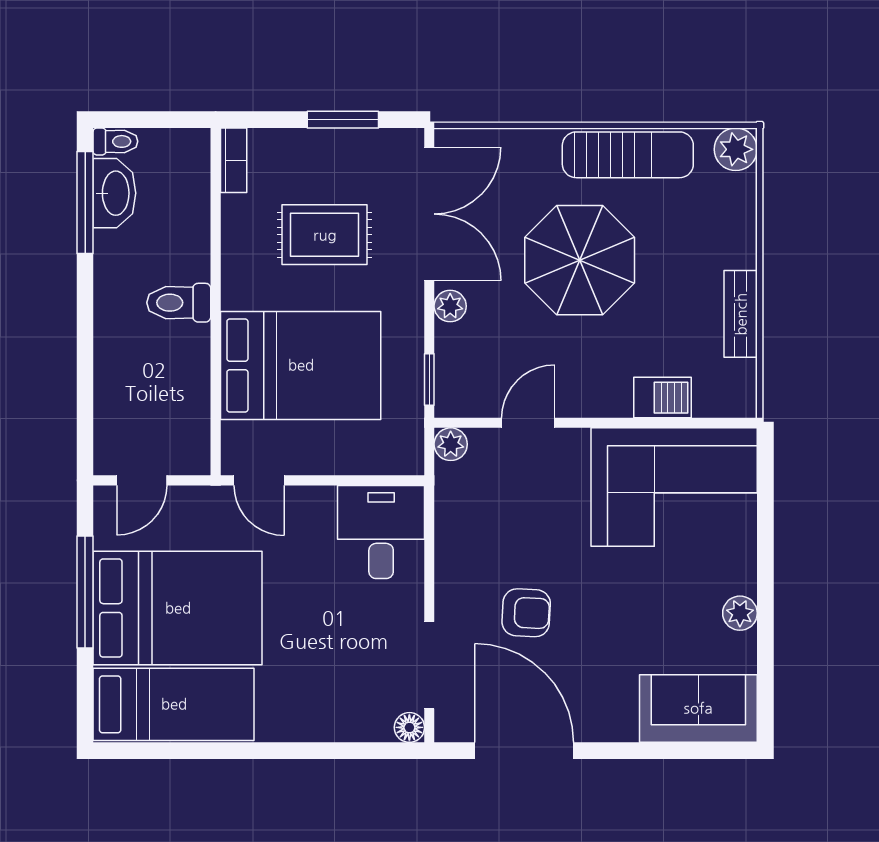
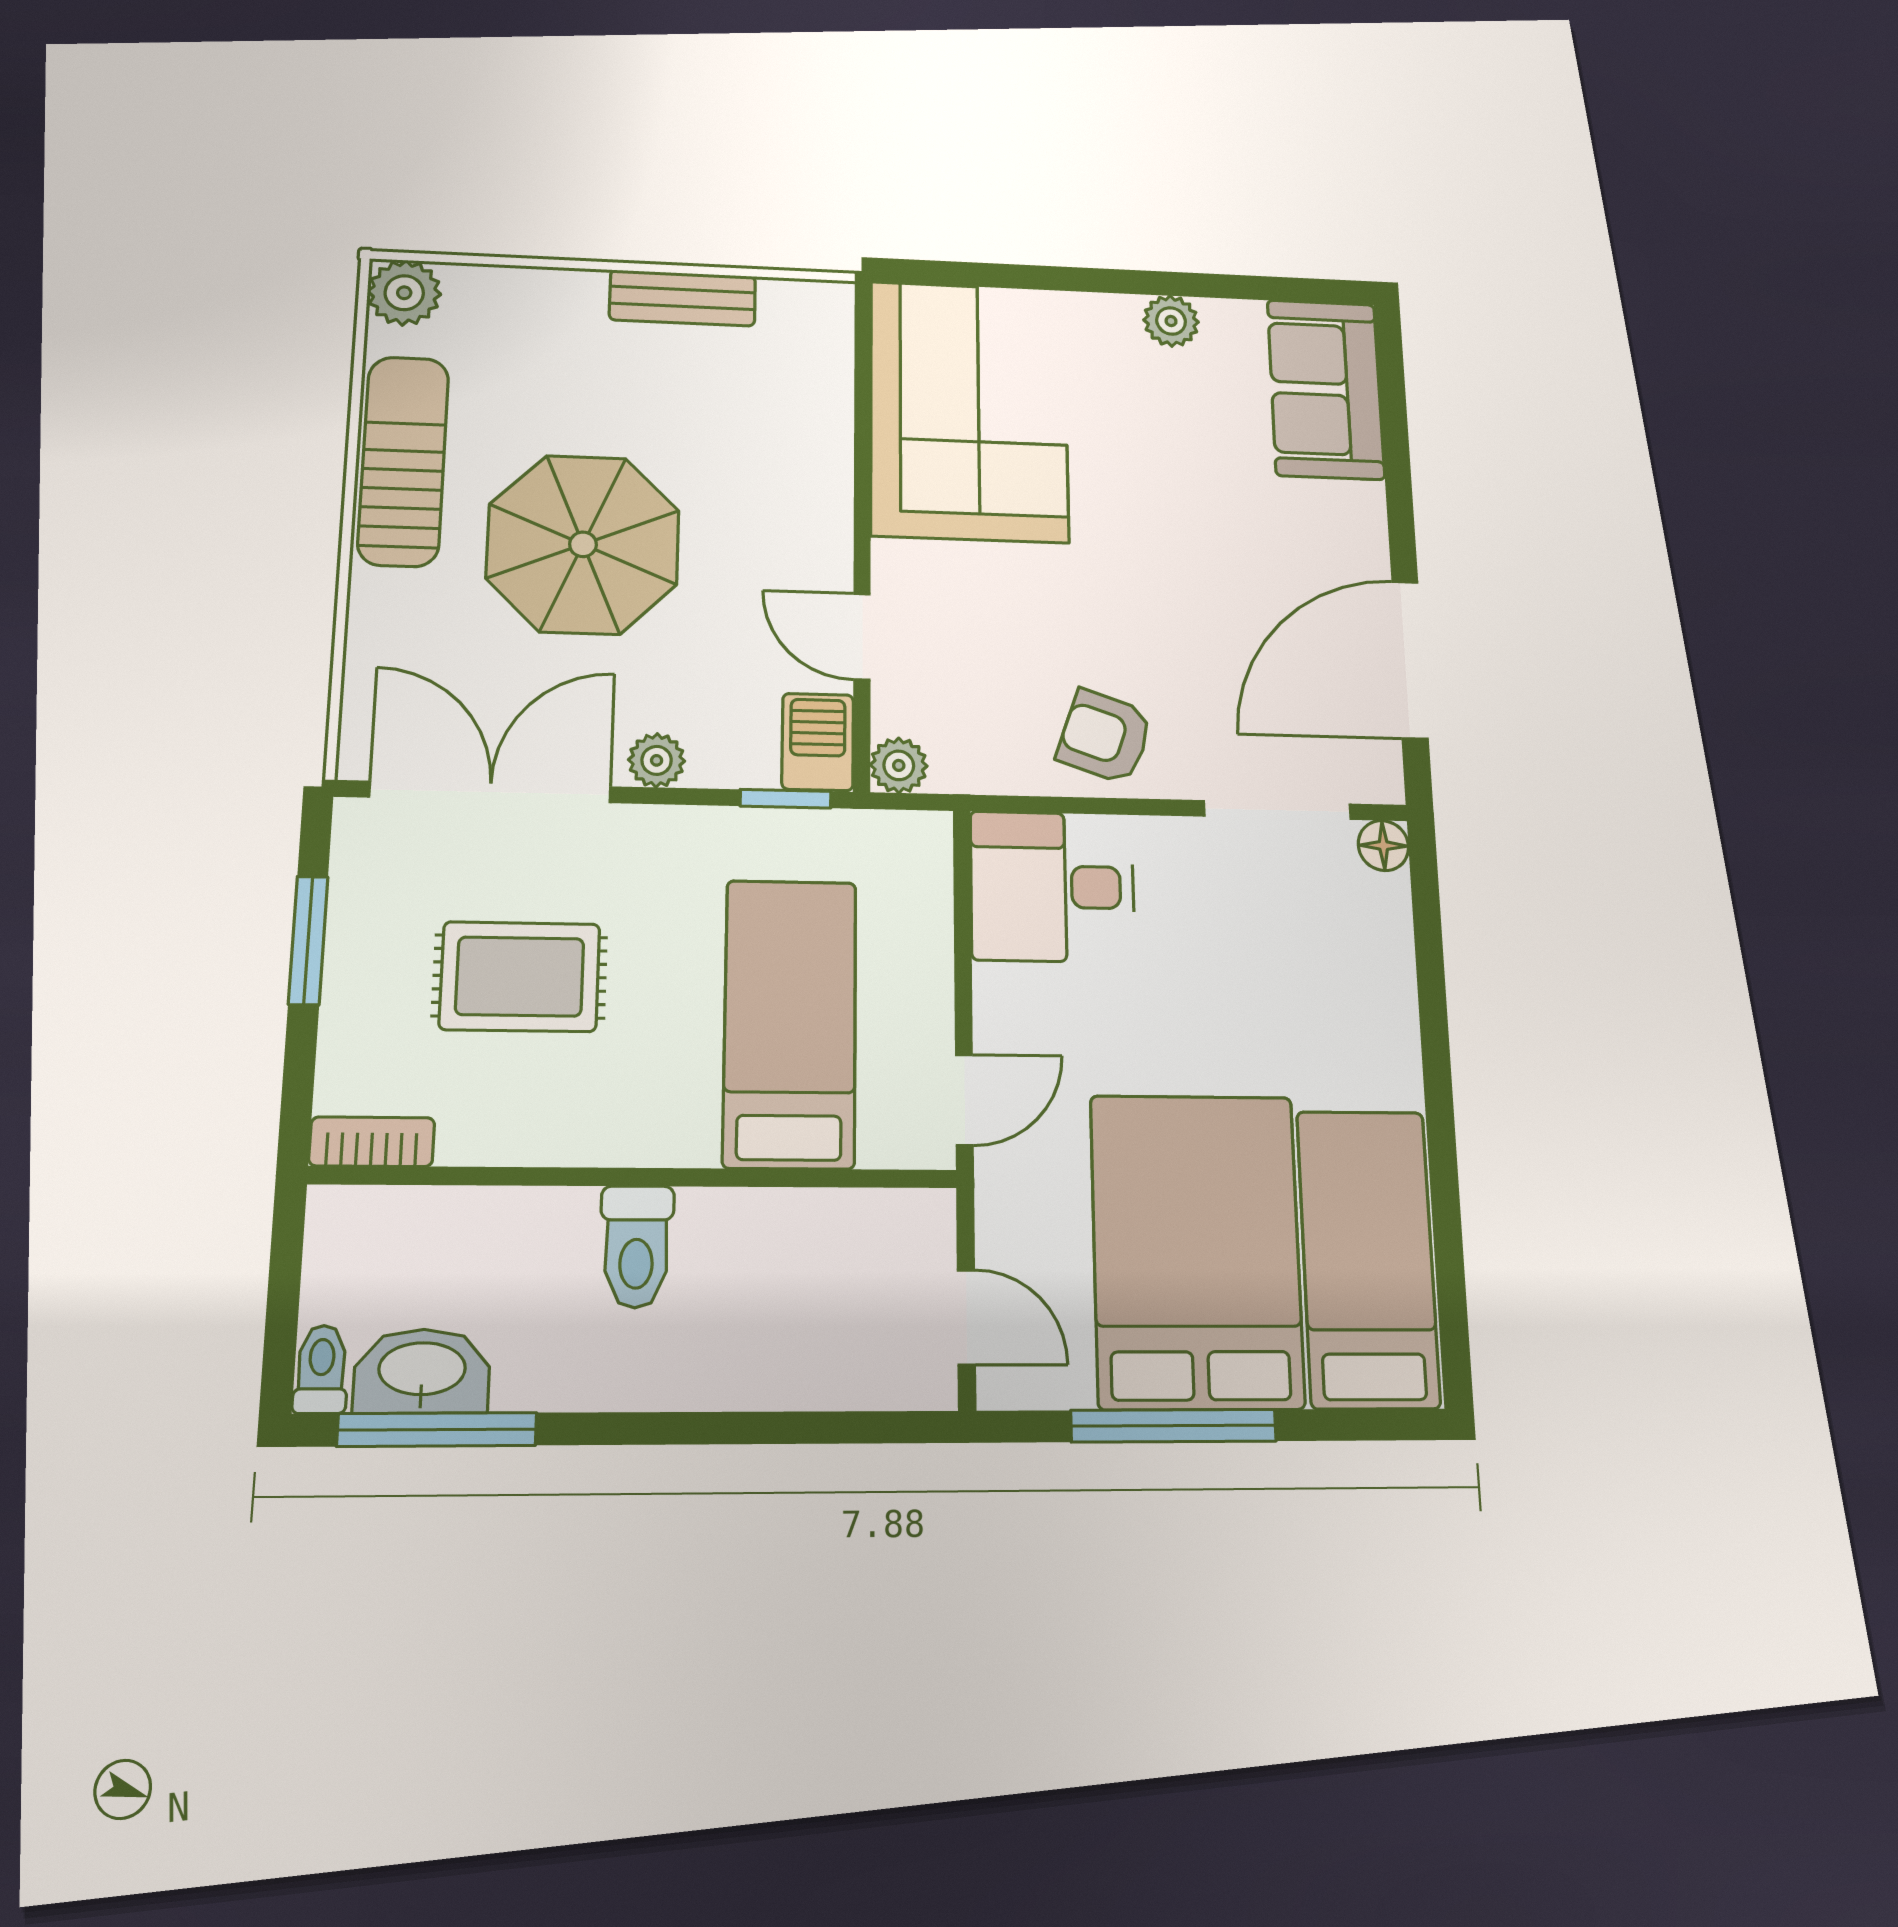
rug: (325, 235) -> (520, 977), turned 90
bed: (301, 365) -> (790, 1023), width x0.67
barbecue: (663, 398) -> (818, 742), moved
armchair: (526, 613) -> (1105, 737), moved, turned -74

